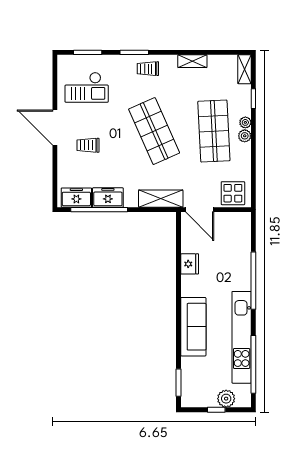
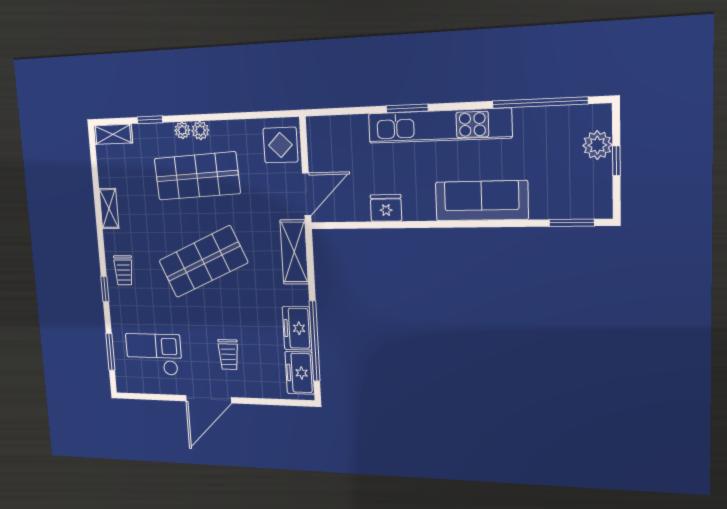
window: (134, 52) -> (105, 289), width x0.67
checkout: (87, 87) -> (154, 354), turned -90
window: (253, 281) -> (407, 108), width x0.47
kitchen unit: (242, 337) -> (439, 126), moved

